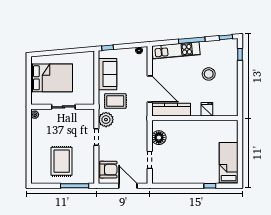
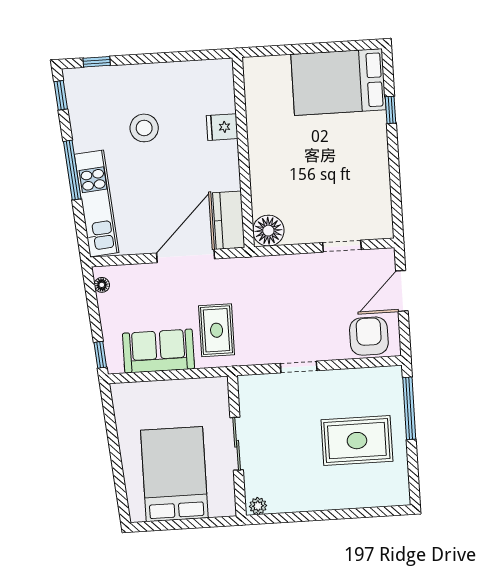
kitchen counter: (171, 110) -> (229, 220), width x0.67
plant: (106, 120) -> (259, 348), removed
floor lamp: (159, 138) -> (268, 231), moved
bed: (229, 163) -> (338, 82), width x1.50

